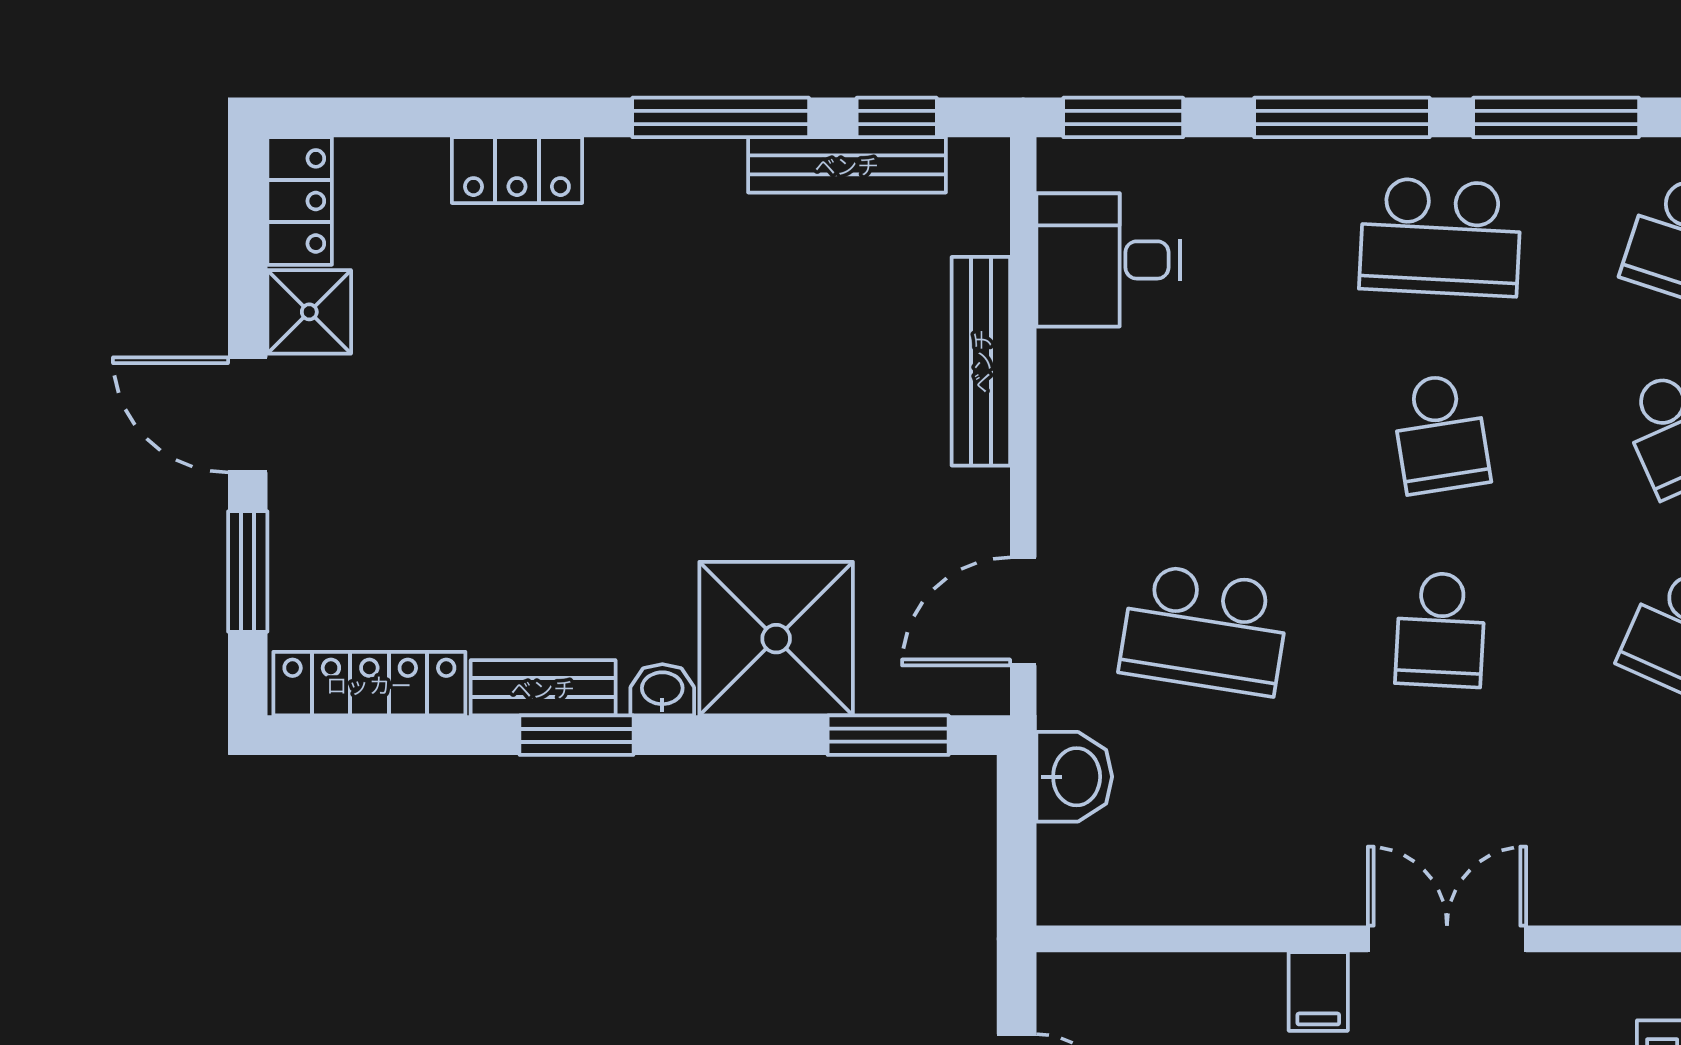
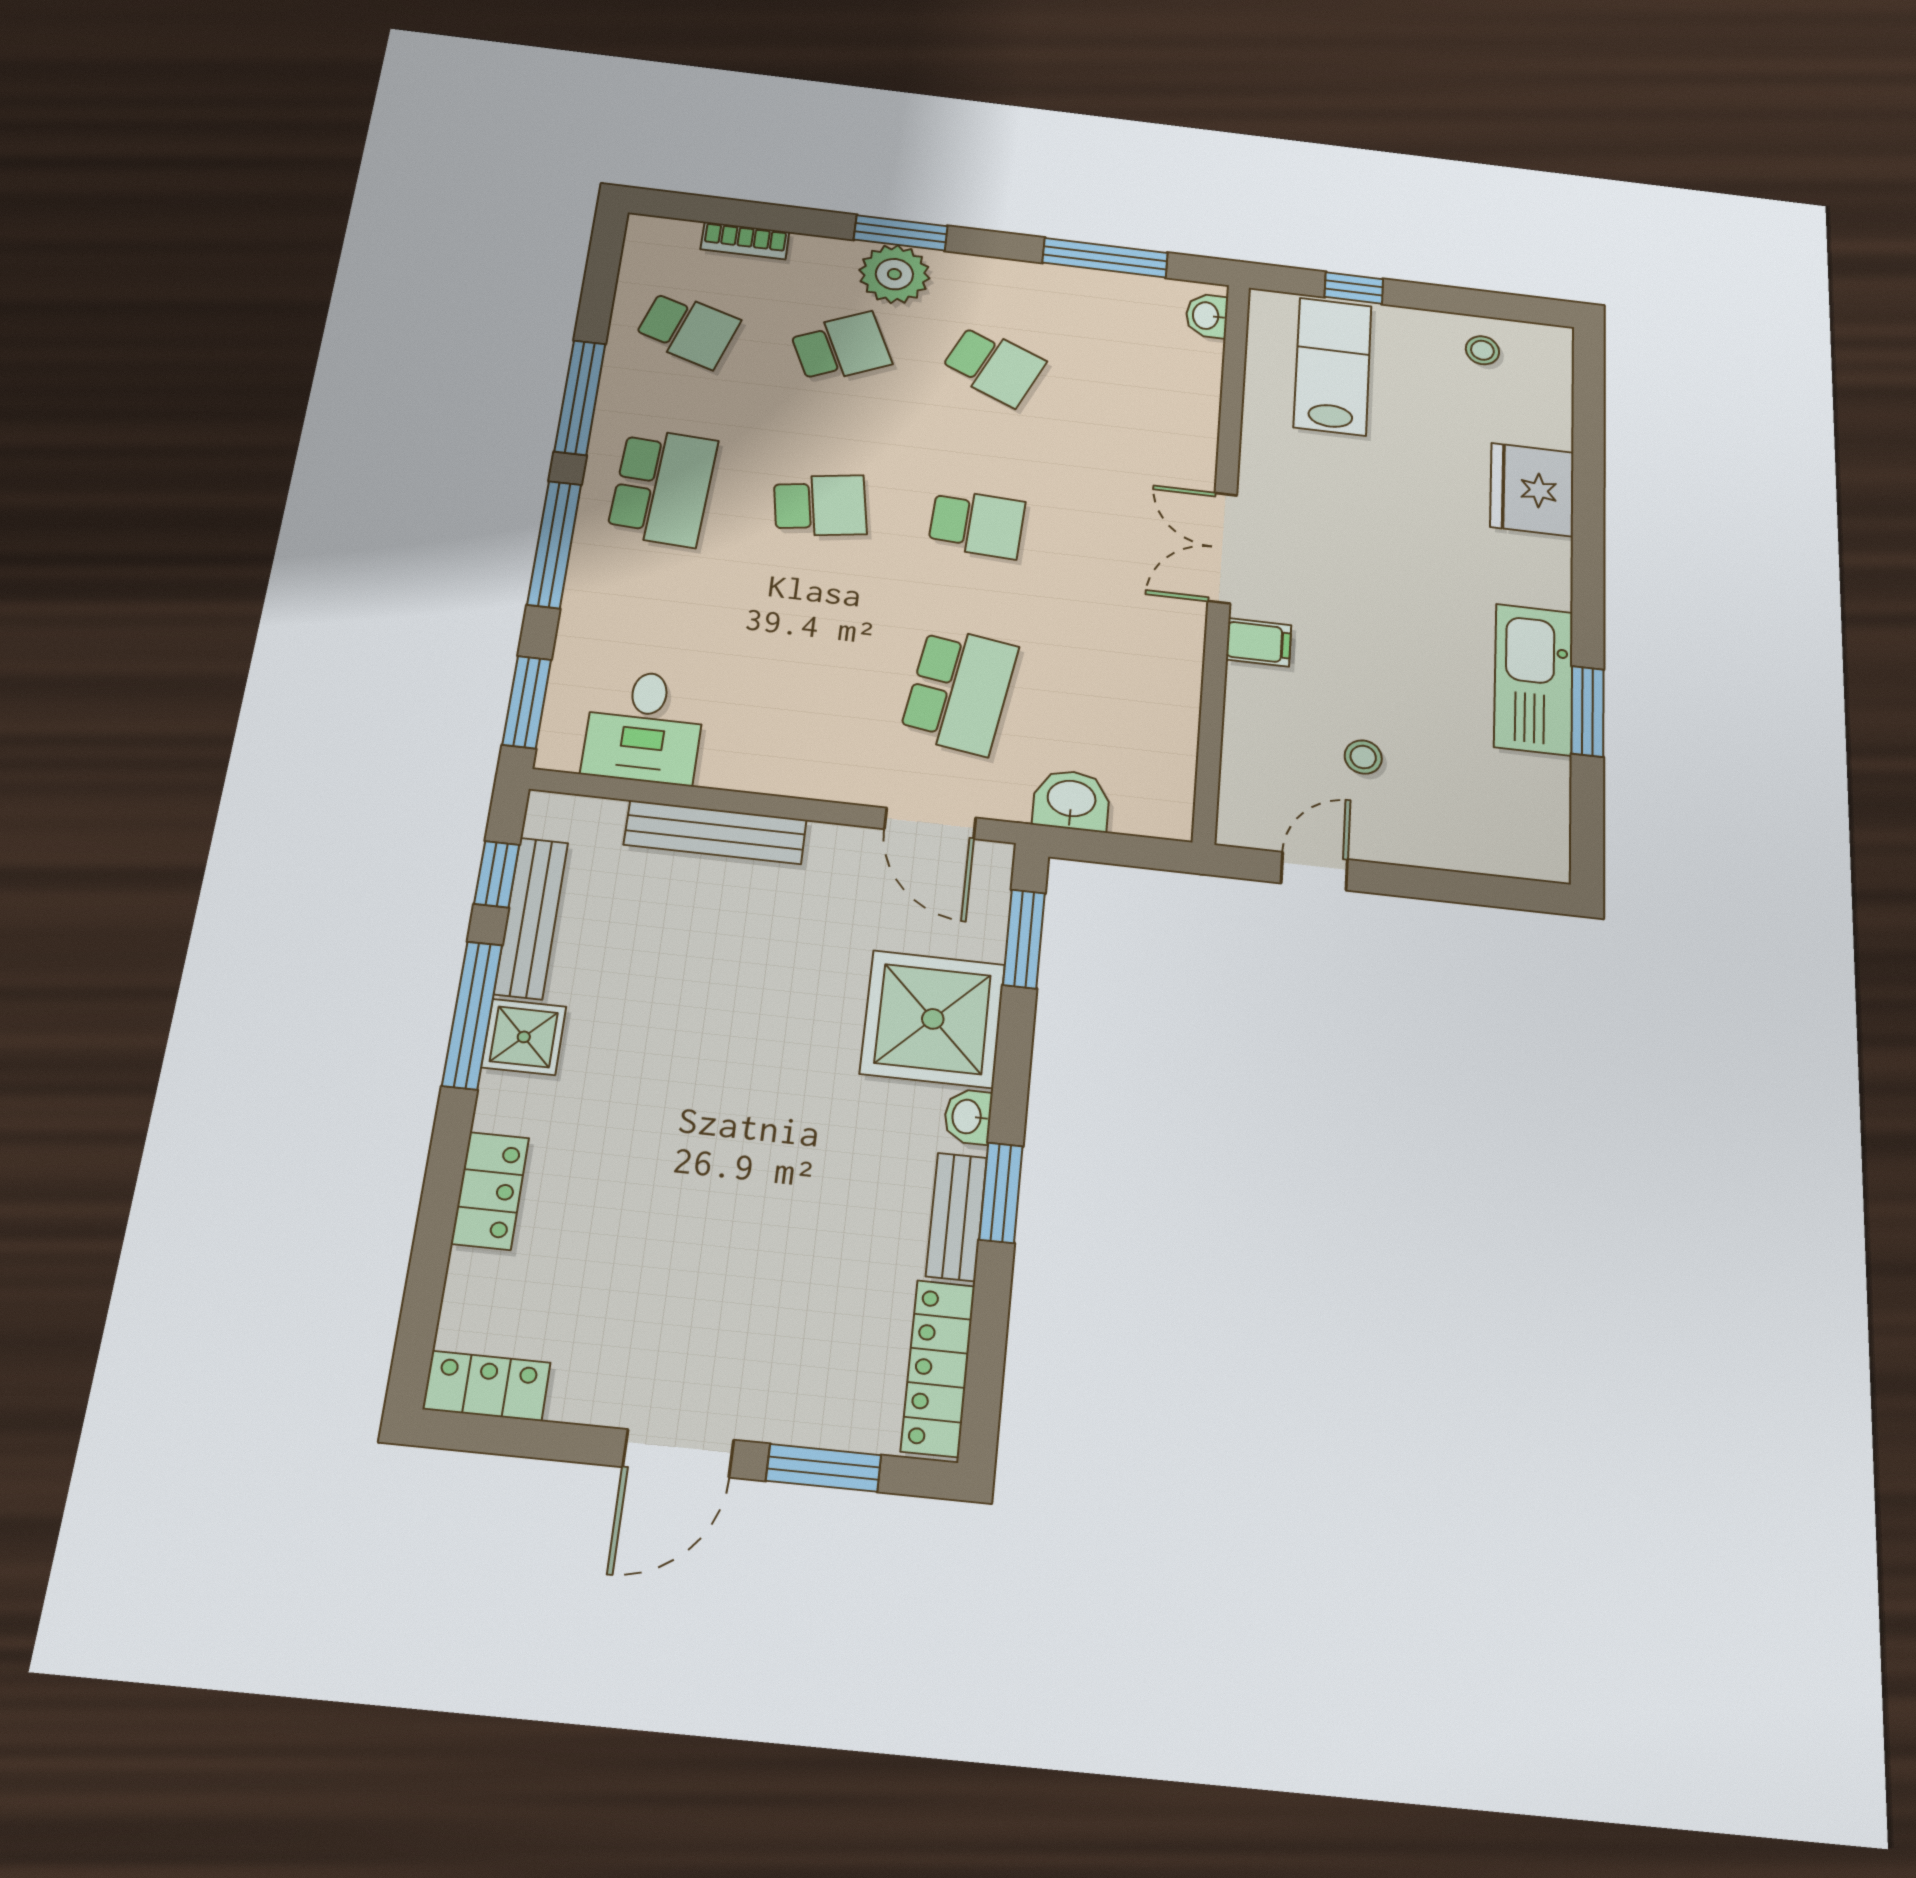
shower: (309, 312) -> (524, 1037), moved

